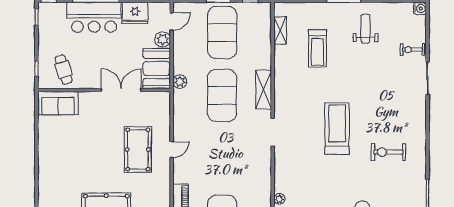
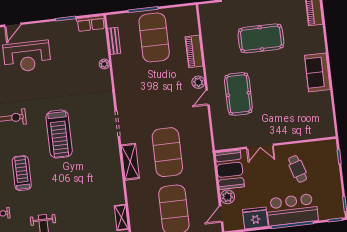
treadmill: (317, 48) -> (22, 173), moved
cafe table: (64, 70) -> (298, 169), moved
plant: (180, 82) -> (198, 82), moved
double door: (121, 90) -> (260, 146), width x0.73
sofa: (58, 103) -> (317, 72), moved, turned -90

